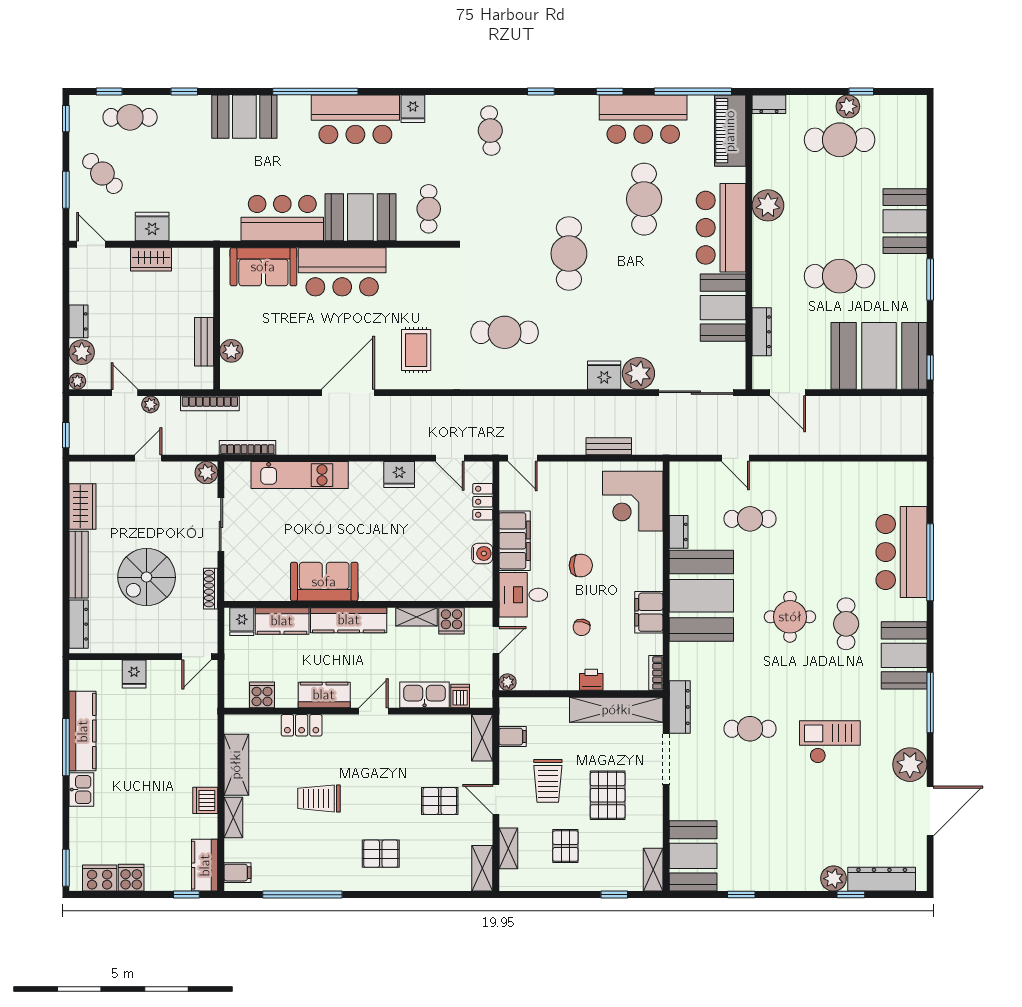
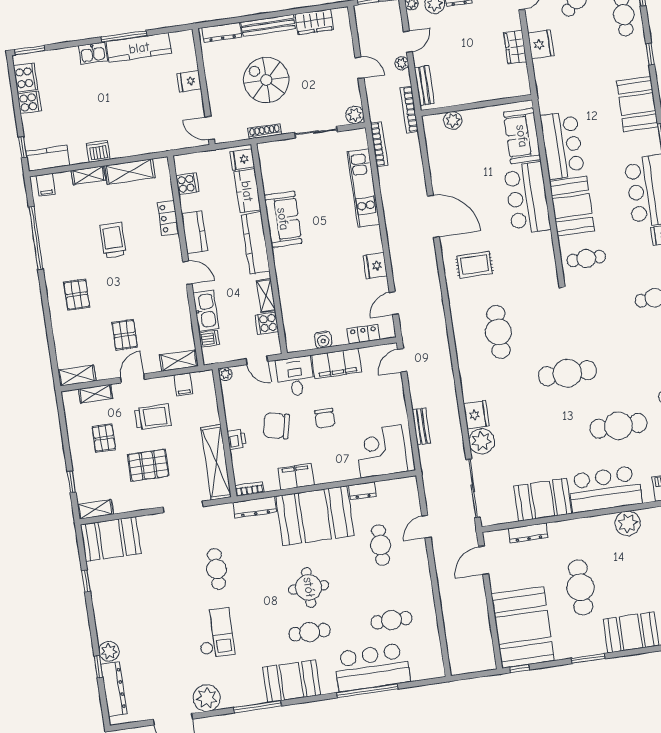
bench: (204, 342) -> (424, 86), moved, turned 90
cafe table: (846, 519) -> (392, 620), added
chair: (582, 627) -> (277, 426), width x1.87, depth x1.87
dresser: (680, 707) -> (255, 507), moved
trolley: (548, 781) -> (153, 417), turned 180
pallet: (565, 846) -> (104, 438), turned 90

